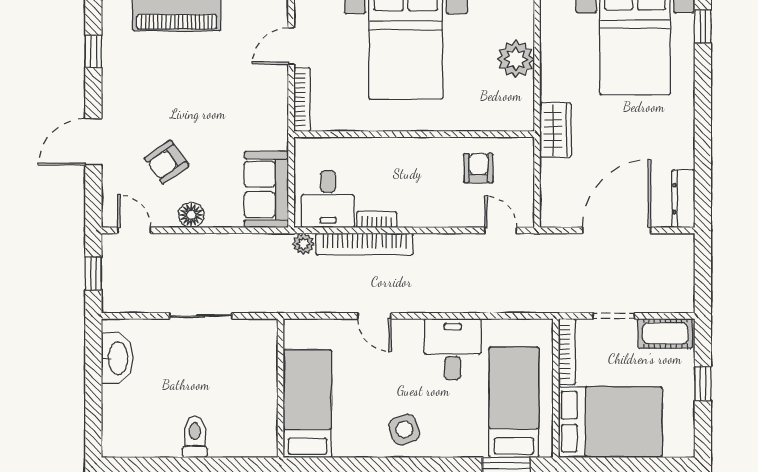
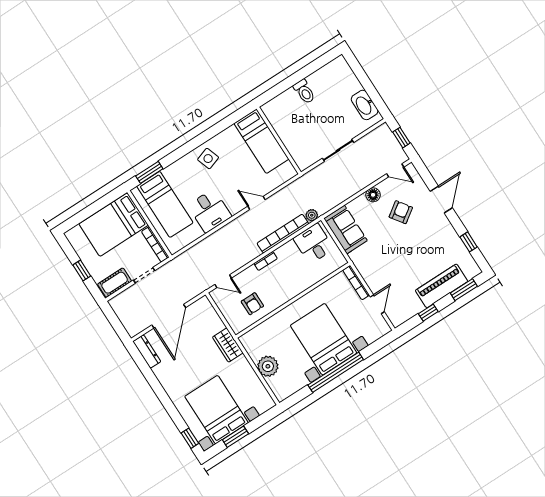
bookcase: (377, 220) -> (266, 261), moved

